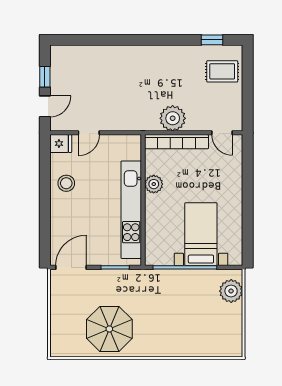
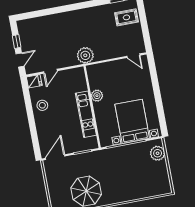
plant: (173, 118) -> (85, 55), moved
bookcase: (176, 142) -> (106, 67), removed
kitchen unit: (131, 210) -> (86, 114), width x0.73
bed with nightstands: (201, 234) -> (132, 121), width x1.36

